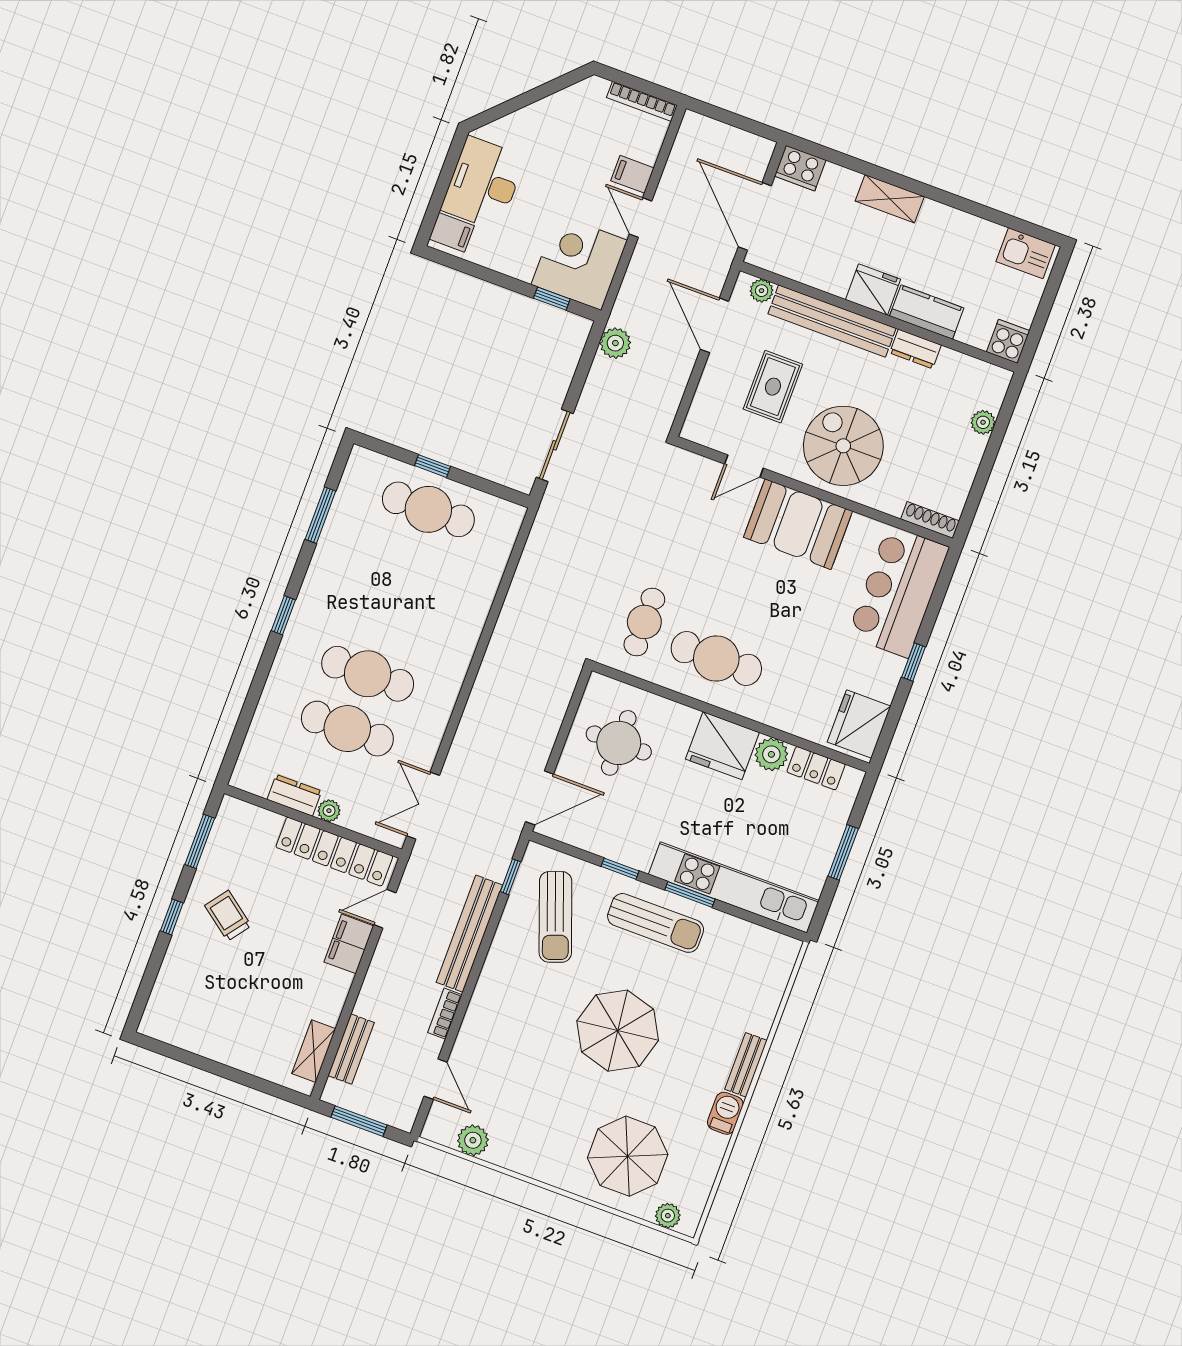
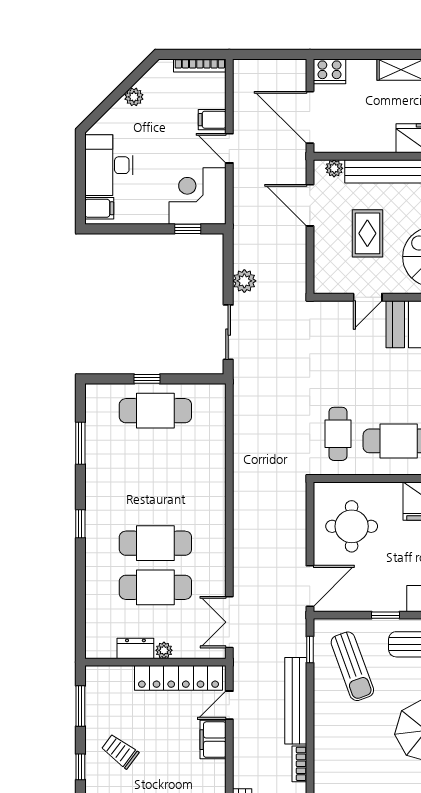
plant: (546, 110) -> (134, 97), added
plant: (615, 343) -> (244, 281), moved

